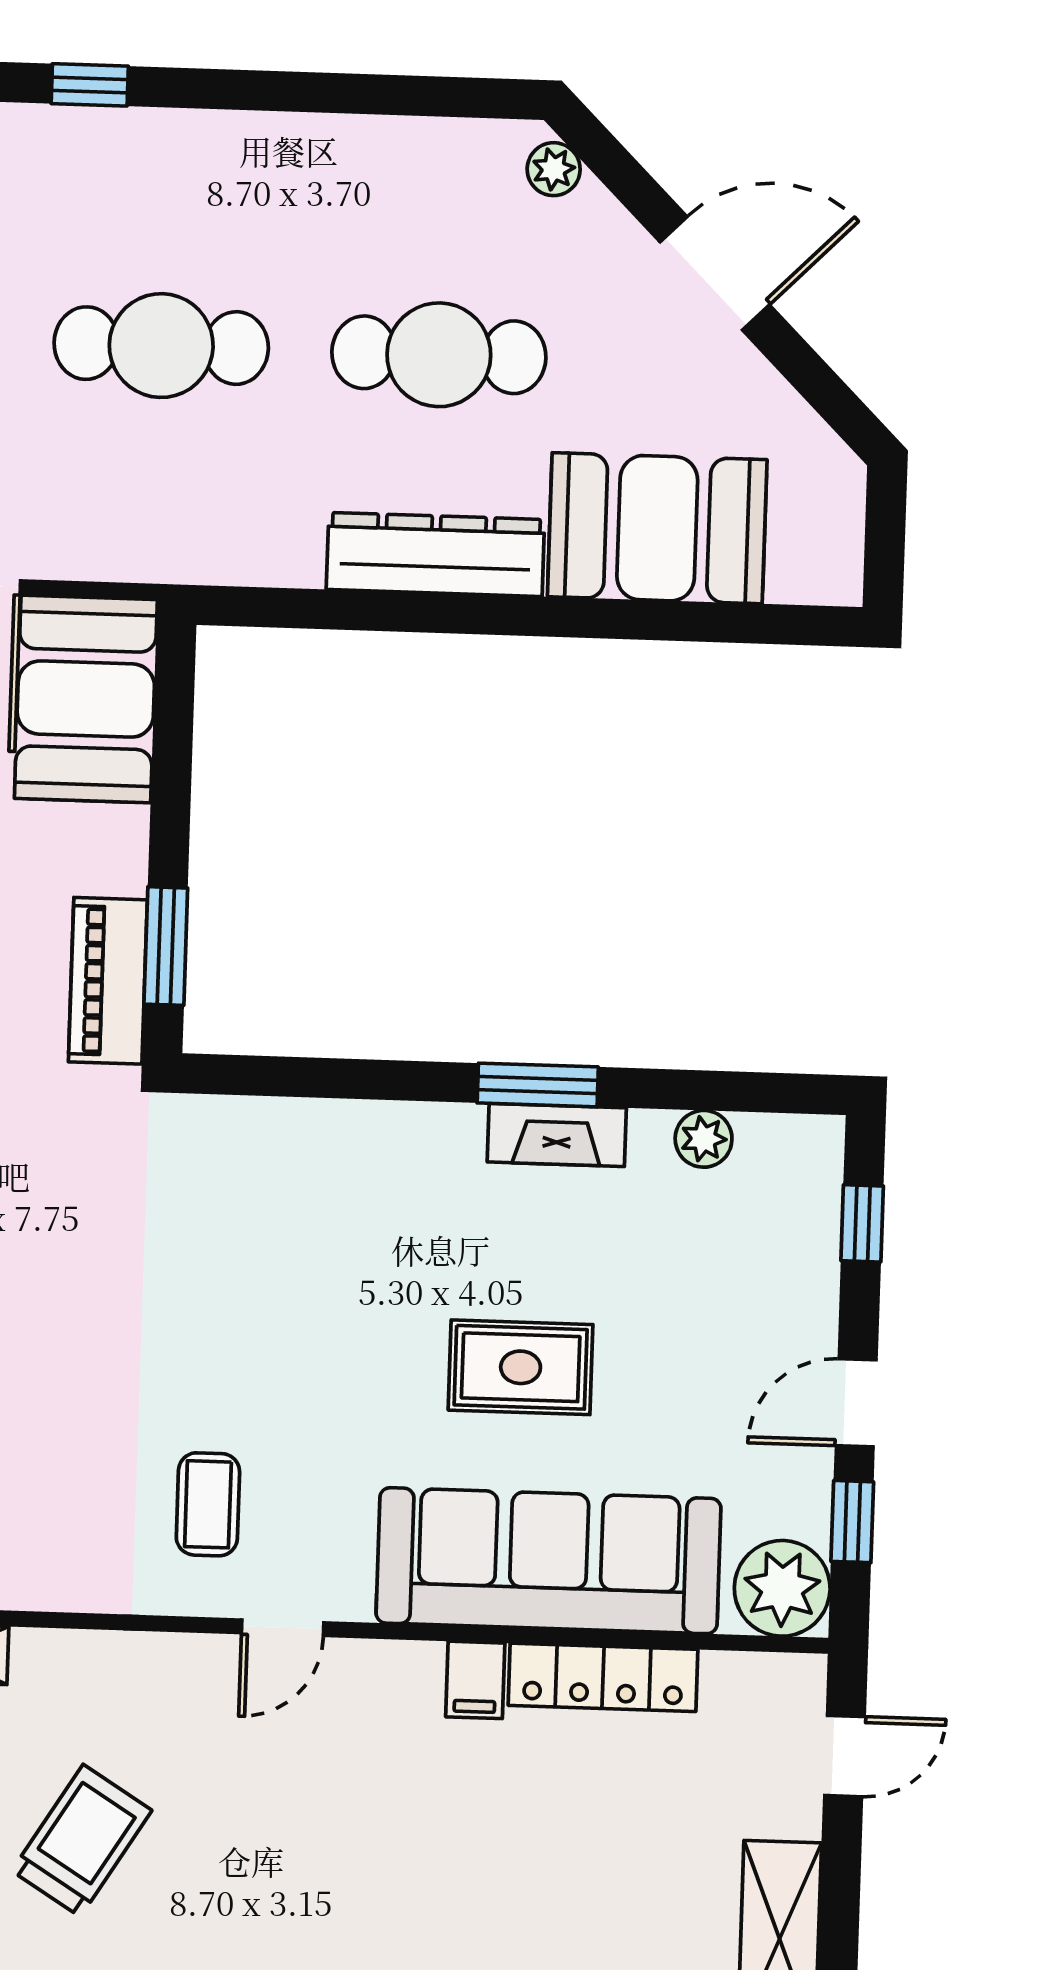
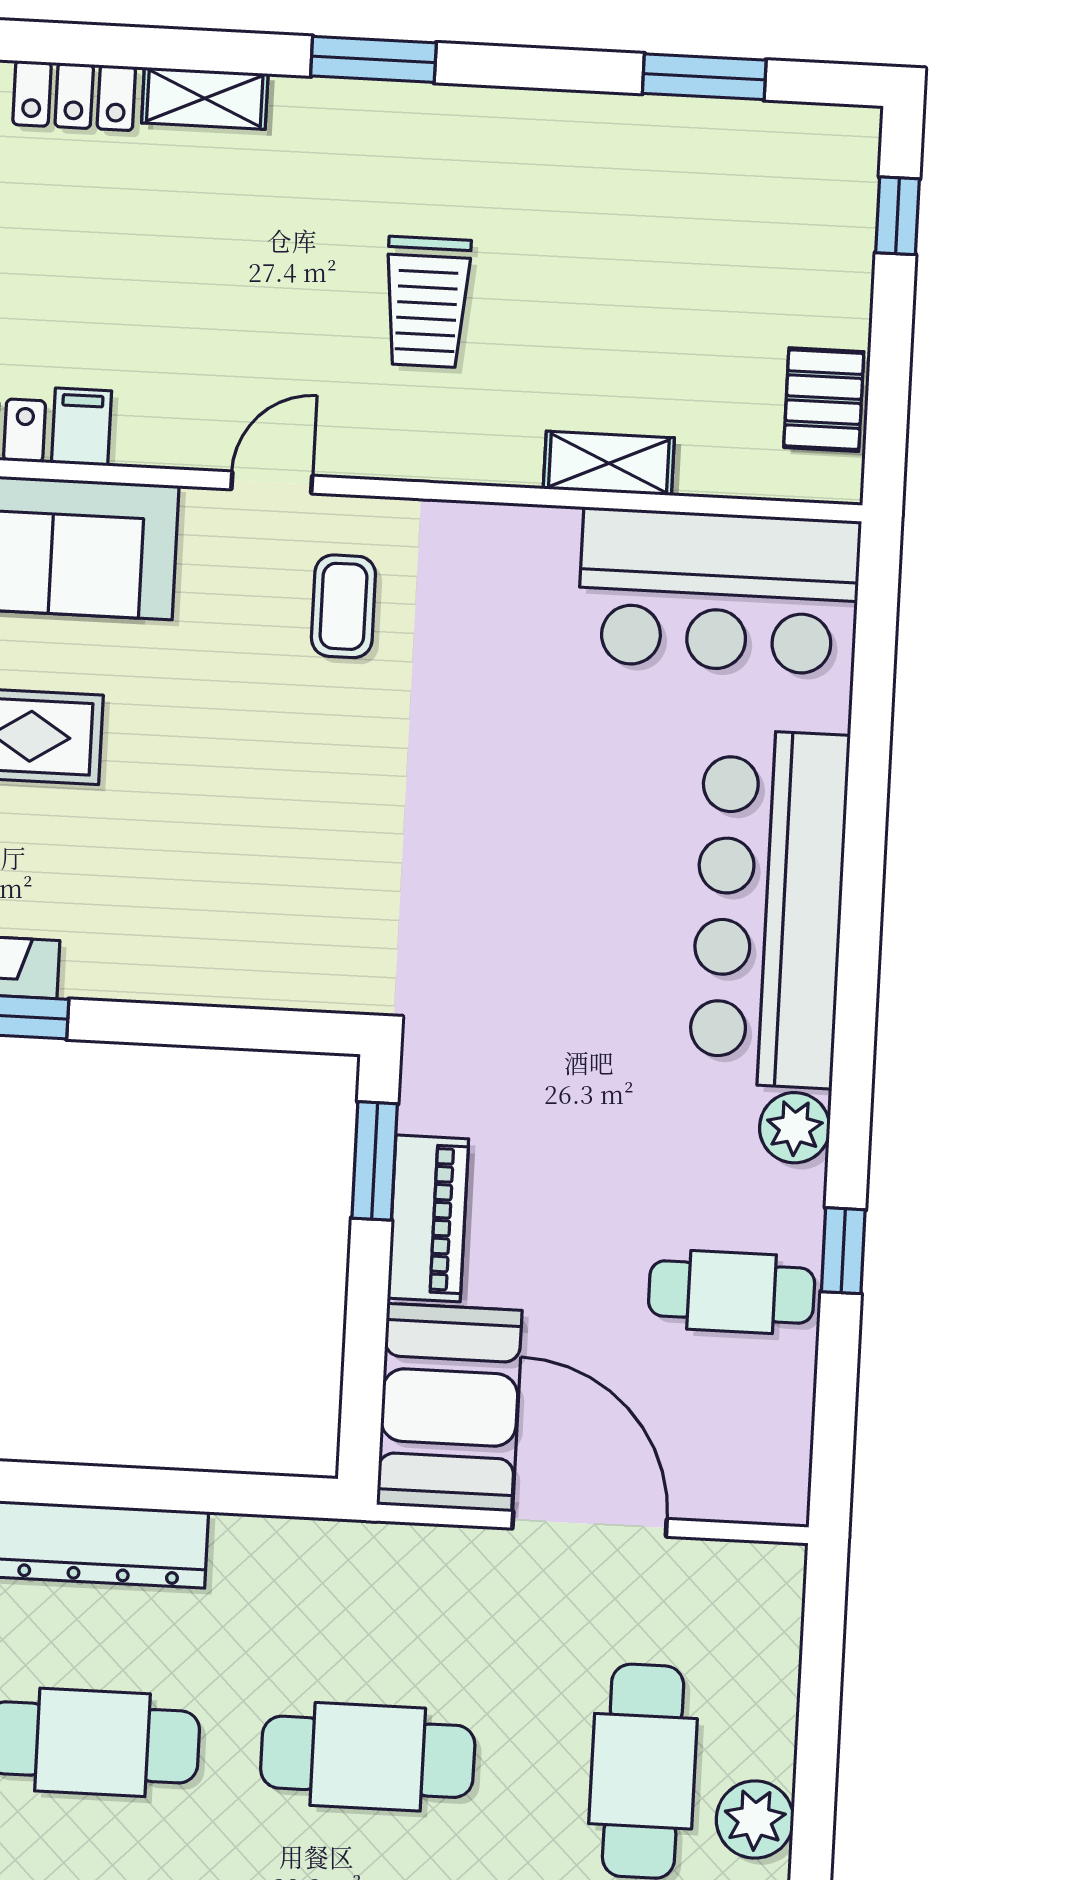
piano: (108, 981) -> (428, 1218), moved
trolley: (82, 1841) -> (427, 302), moved, turned -32

